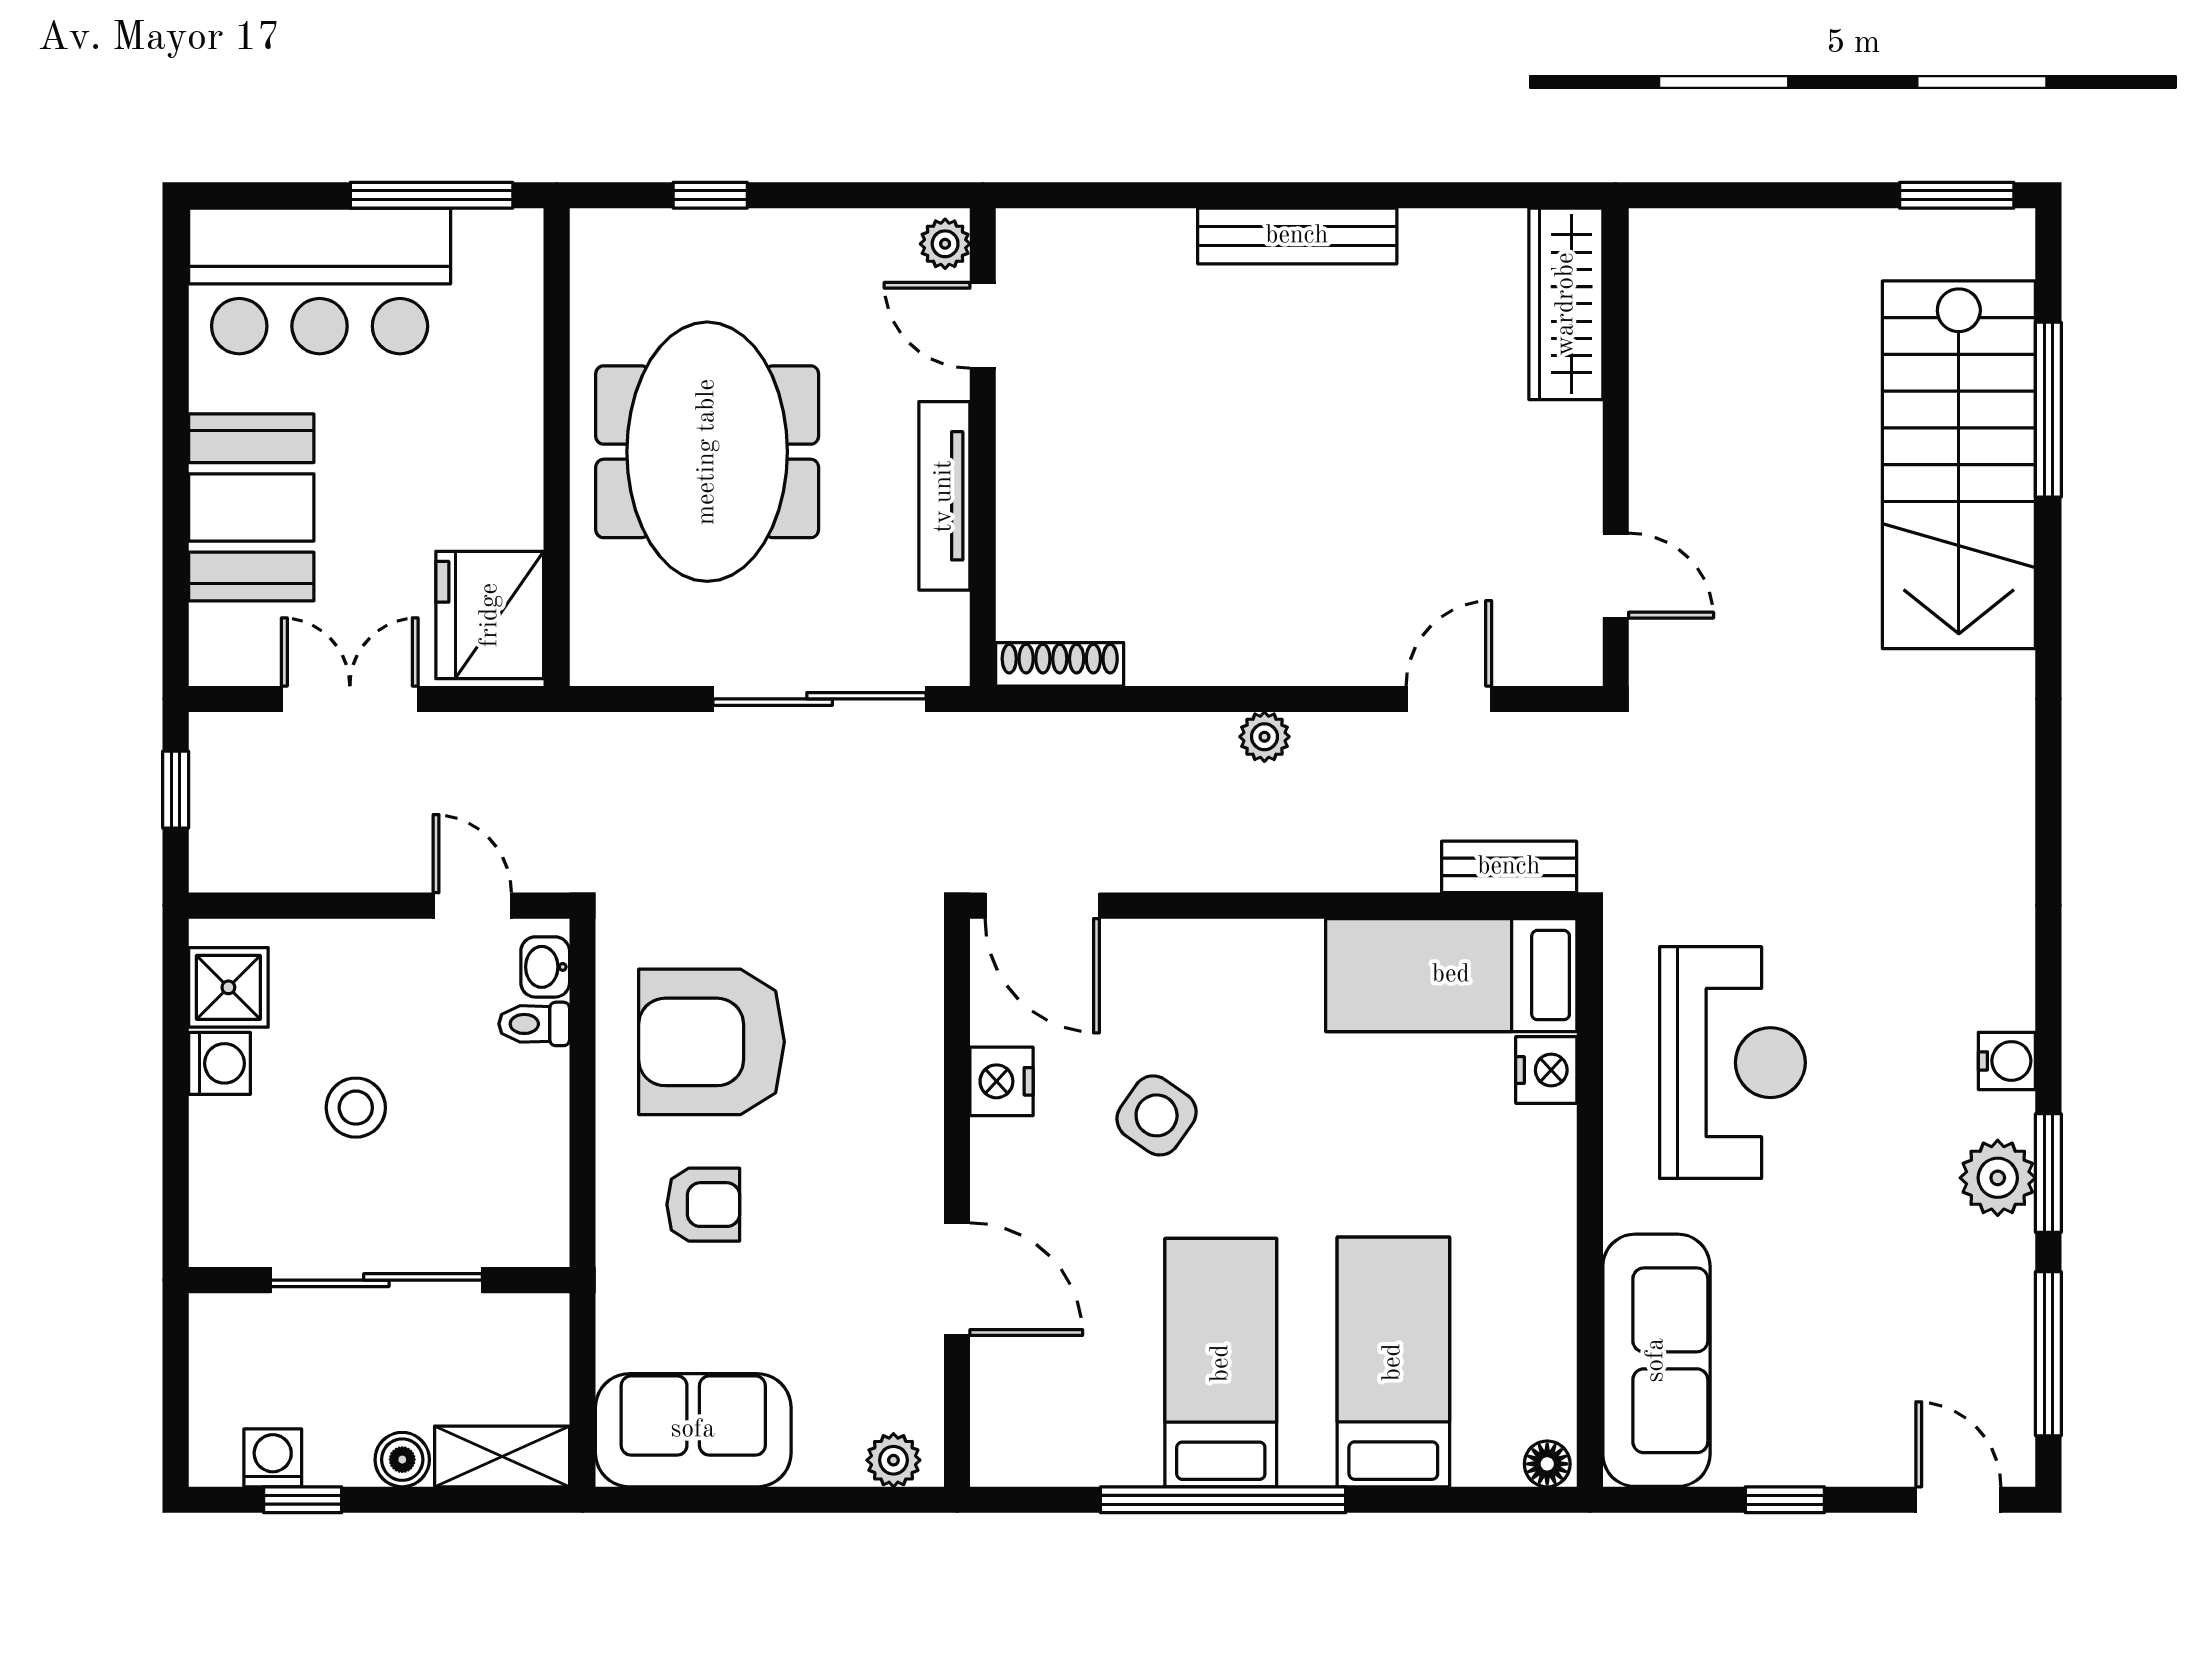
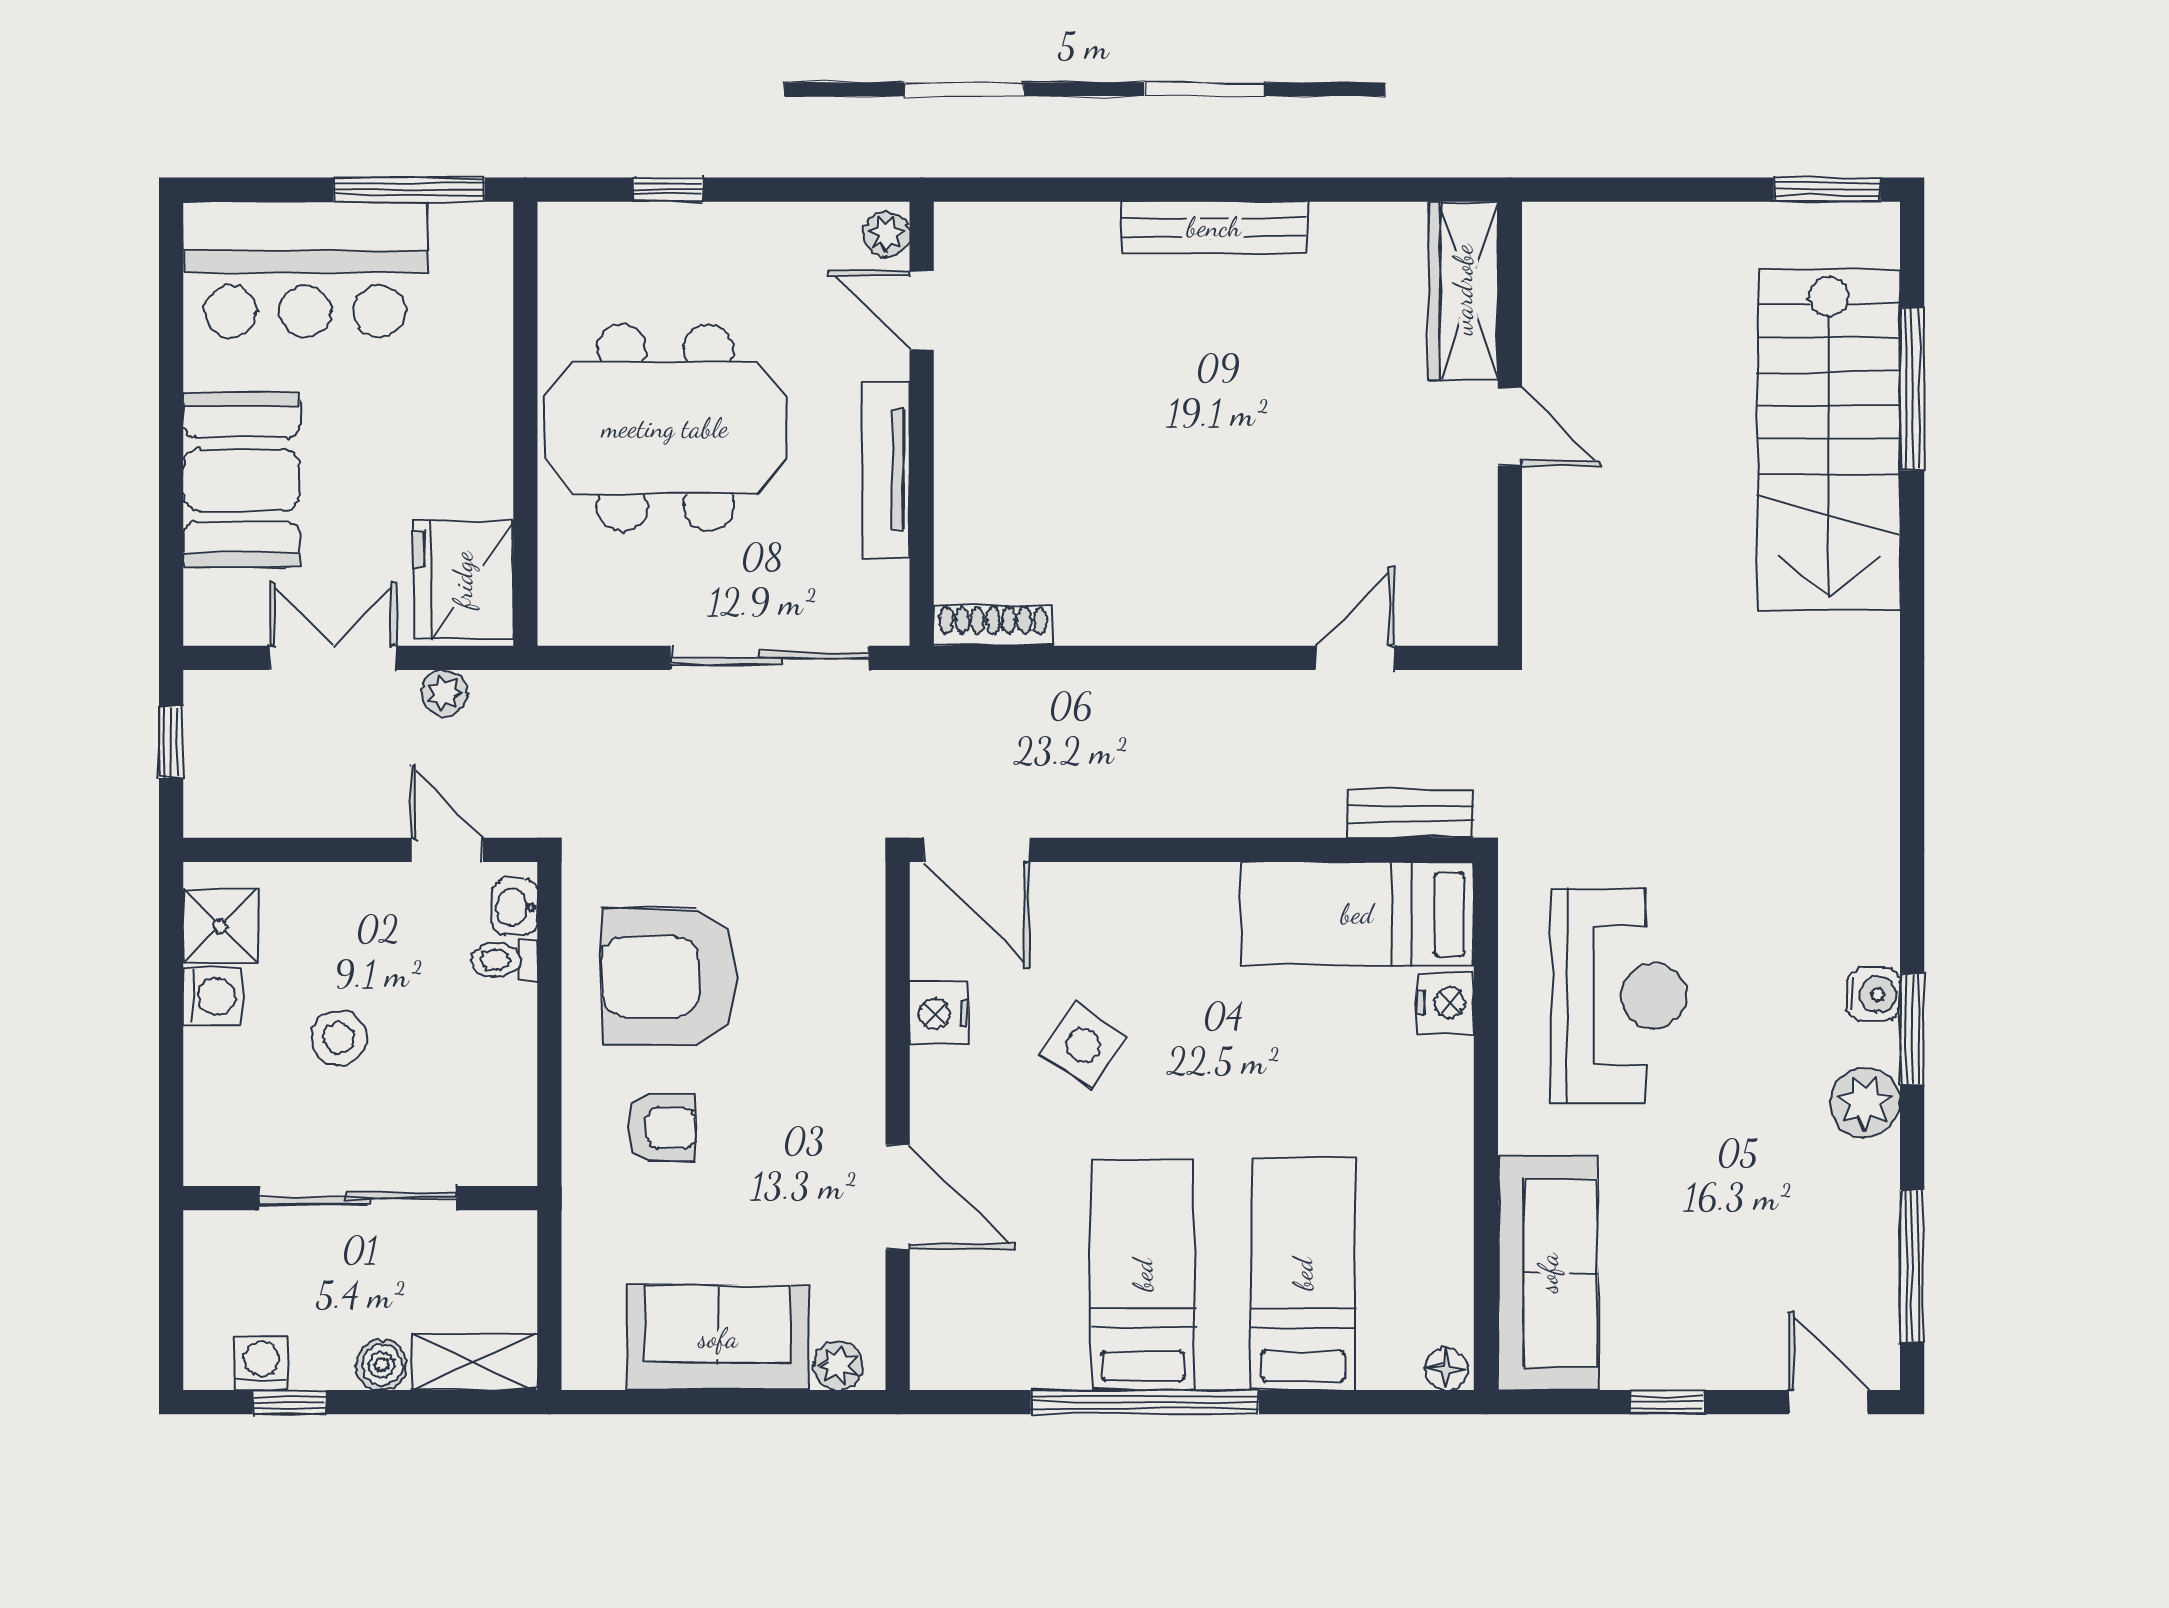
meeting table: (707, 452) -> (665, 428), turned 90
door: (1616, 576) -> (1510, 426), moved
plant: (1264, 737) -> (444, 693), moved
window: (2048, 1173) -> (1912, 1029), moved
sofa: (693, 1430) -> (718, 1338), moved

